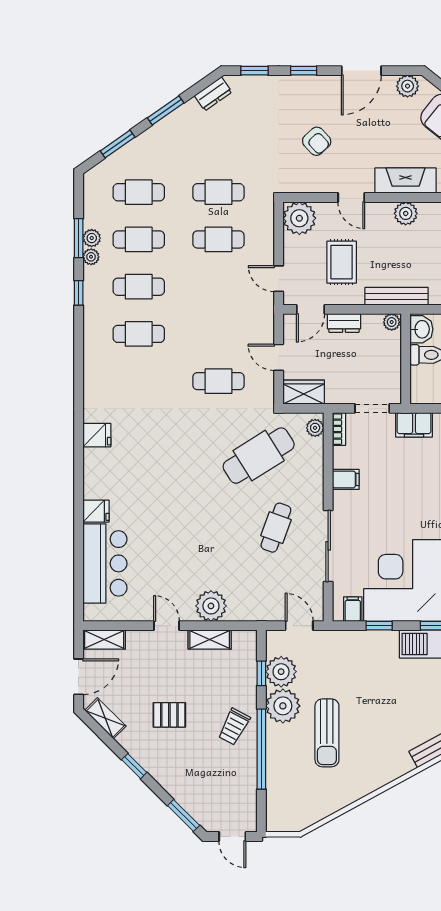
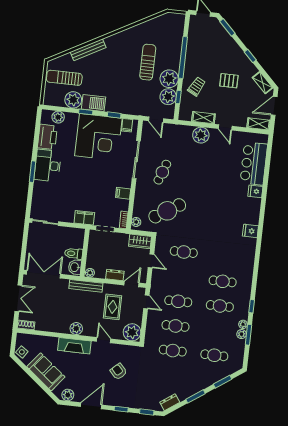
cafe table: (139, 239) -> (178, 301), moved
trolley: (234, 727) -> (197, 86), moved

